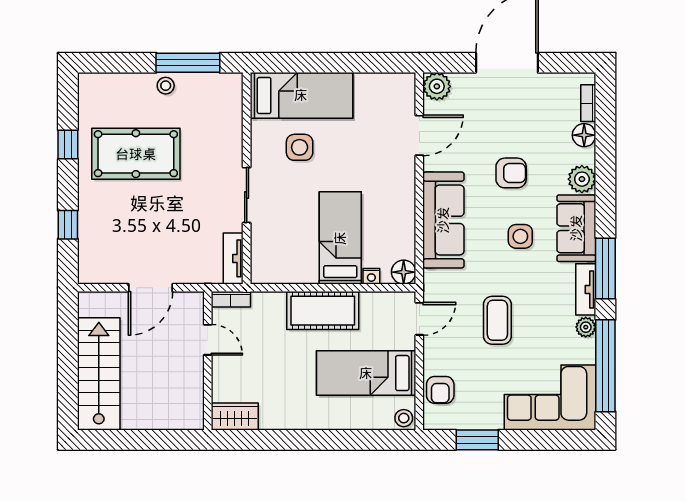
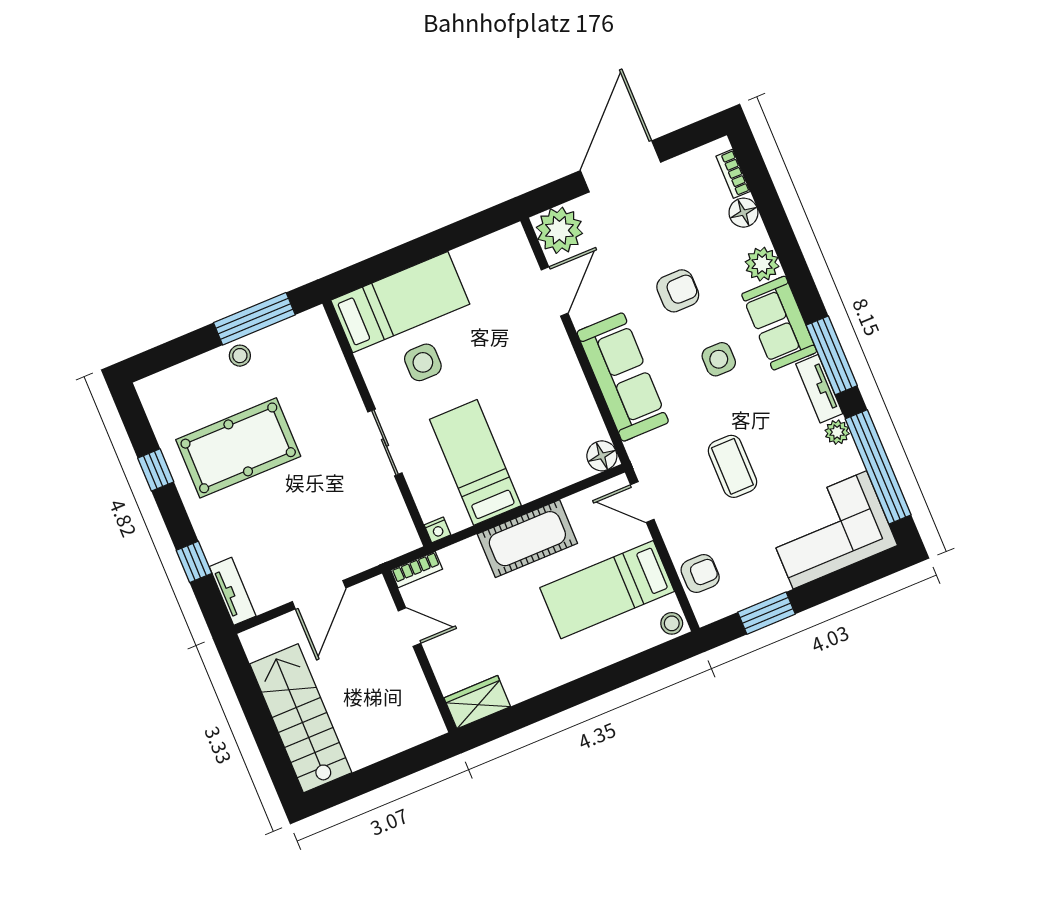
plant: (437, 86) -> (559, 230), width x1.36, depth x1.36
bed: (340, 238) -> (475, 462), moved
tv unit: (233, 258) -> (233, 591), moved, turned 180
nightstand: (371, 276) -> (438, 530), moved
door: (419, 319) -> (642, 502), swing flipped
armchair: (440, 390) -> (700, 574), turned -90

